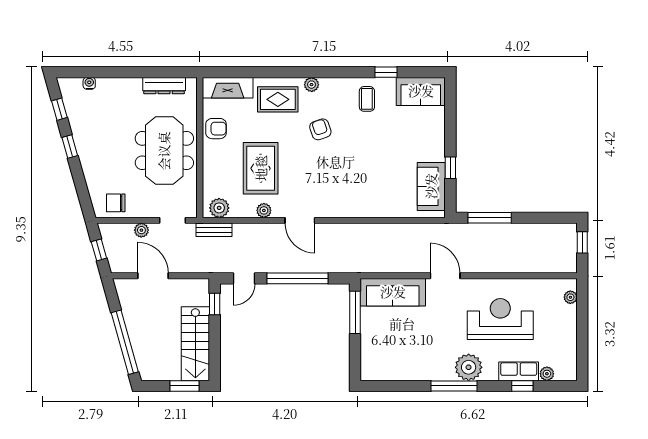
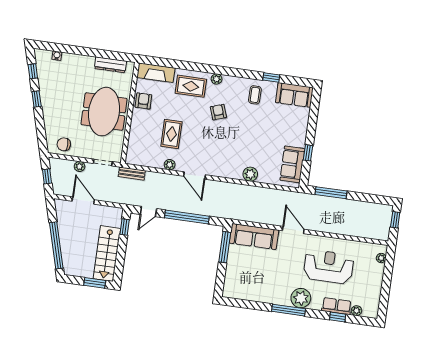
armchair: (216, 129) -> (143, 101), turned -90
rug: (261, 168) -> (171, 134), width x0.73, depth x0.70
plant: (219, 208) -> (250, 174), moved

